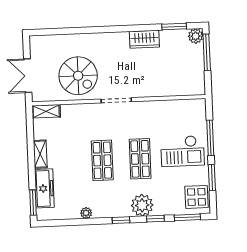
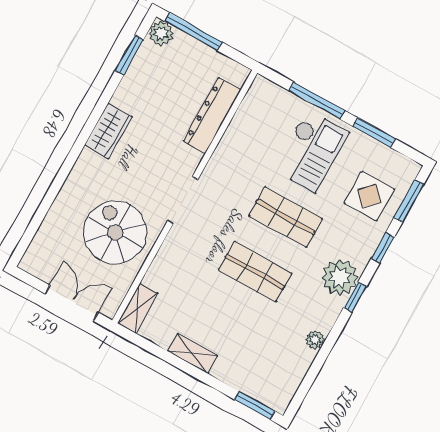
wardrobe: (144, 39) -> (108, 131), moved
double door: (28, 76) -> (72, 303), swing flipped
spiral stairs: (78, 76) -> (115, 232), turned -90
dresser: (169, 89) -> (212, 116), added
freezer: (44, 188) -> (244, 377), removed
display table: (197, 197) -> (369, 196), moved
plant: (142, 205) -> (340, 277), moved

